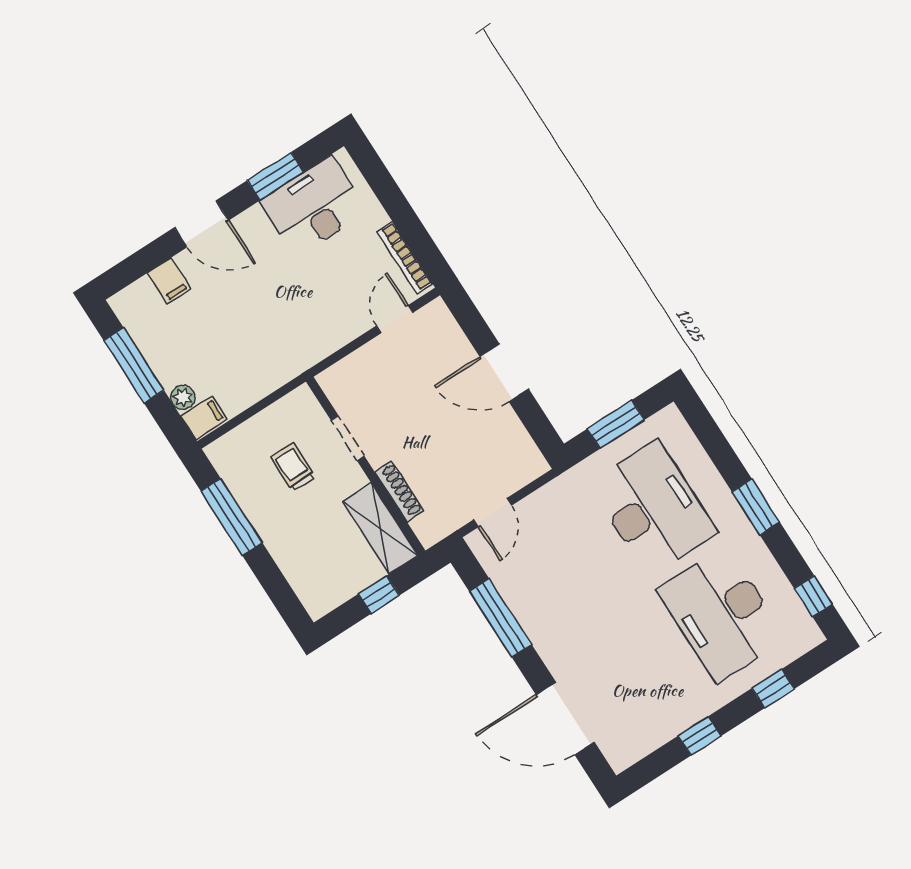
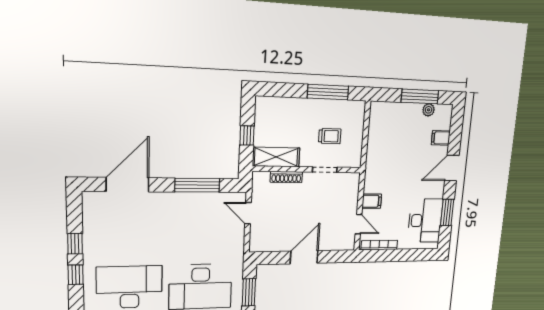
plant: (183, 397) -> (429, 110), moved
filing cabinet: (204, 418) -> (372, 201), moved, turned -90
window: (773, 689) -> (76, 275), moved

